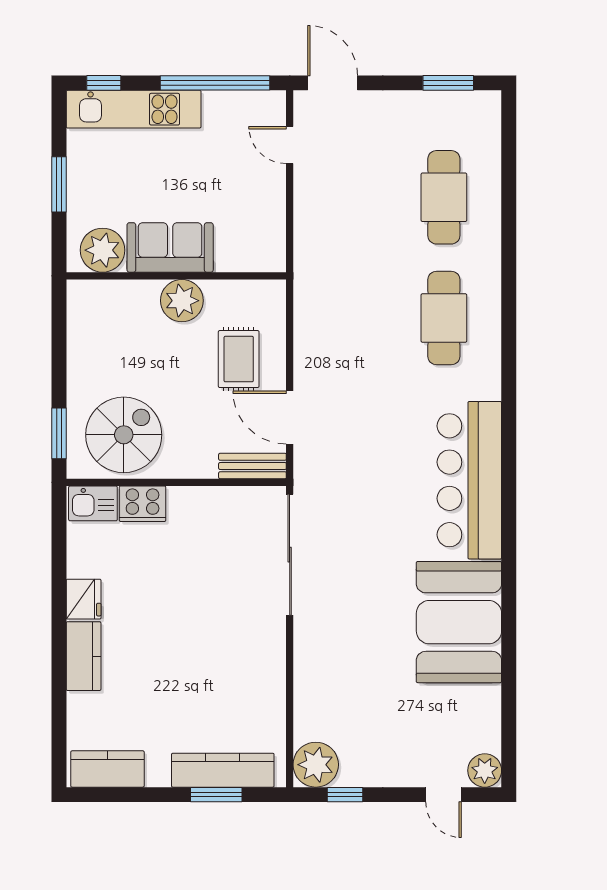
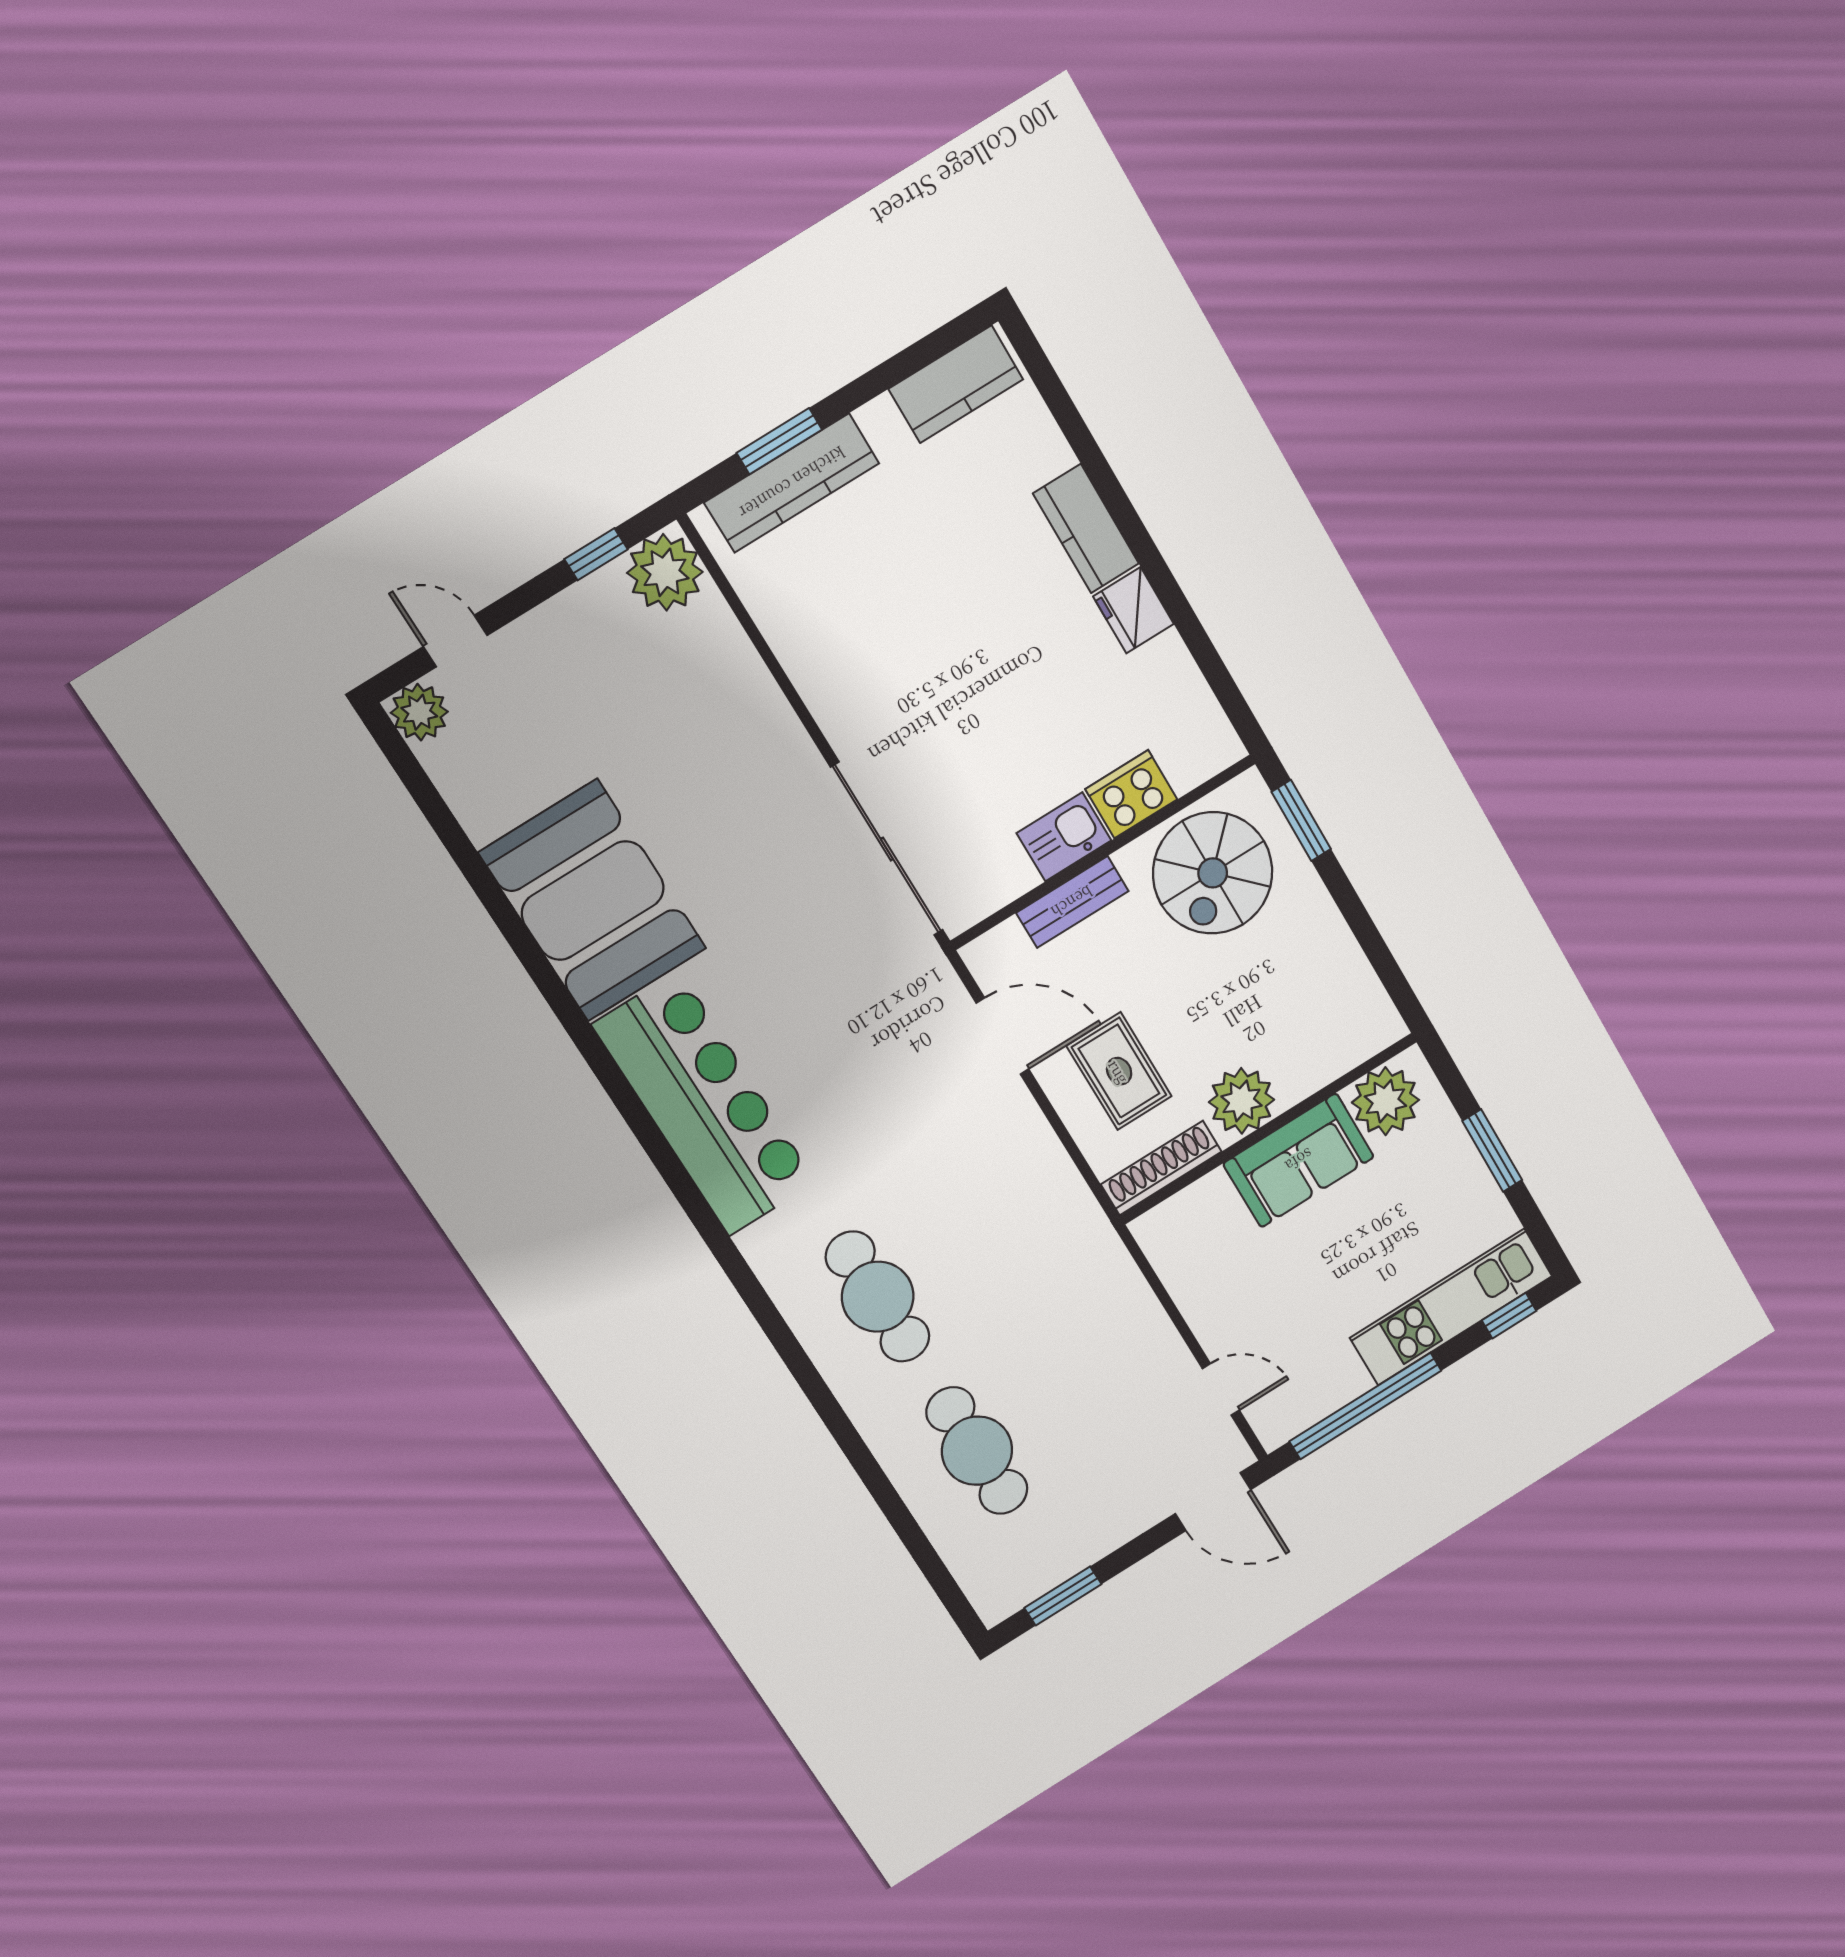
shoe rack: (248, 291) -> (1161, 1168), added
bench: (252, 466) -> (1072, 902), moved
kitchen sink: (93, 503) -> (1064, 837), moved

